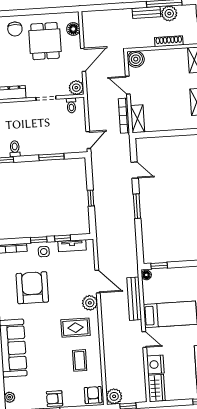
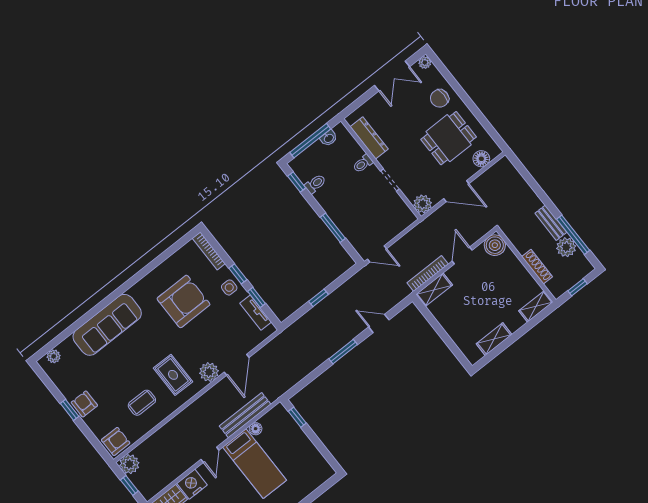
toilet: (71, 105) -> (363, 164), moved
door: (135, 170) -> (379, 323), swing flipped
floor lamp: (146, 275) -> (256, 429), moved

